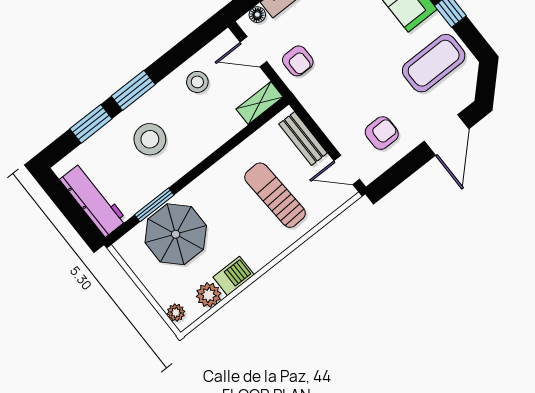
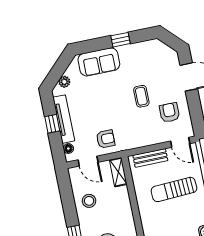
door: (254, 52) -> (88, 161), hinge flipped
coffee table: (434, 63) -> (141, 96), moved, width x0.54, depth x0.58
door: (347, 170) -> (180, 142), hinge flipped

